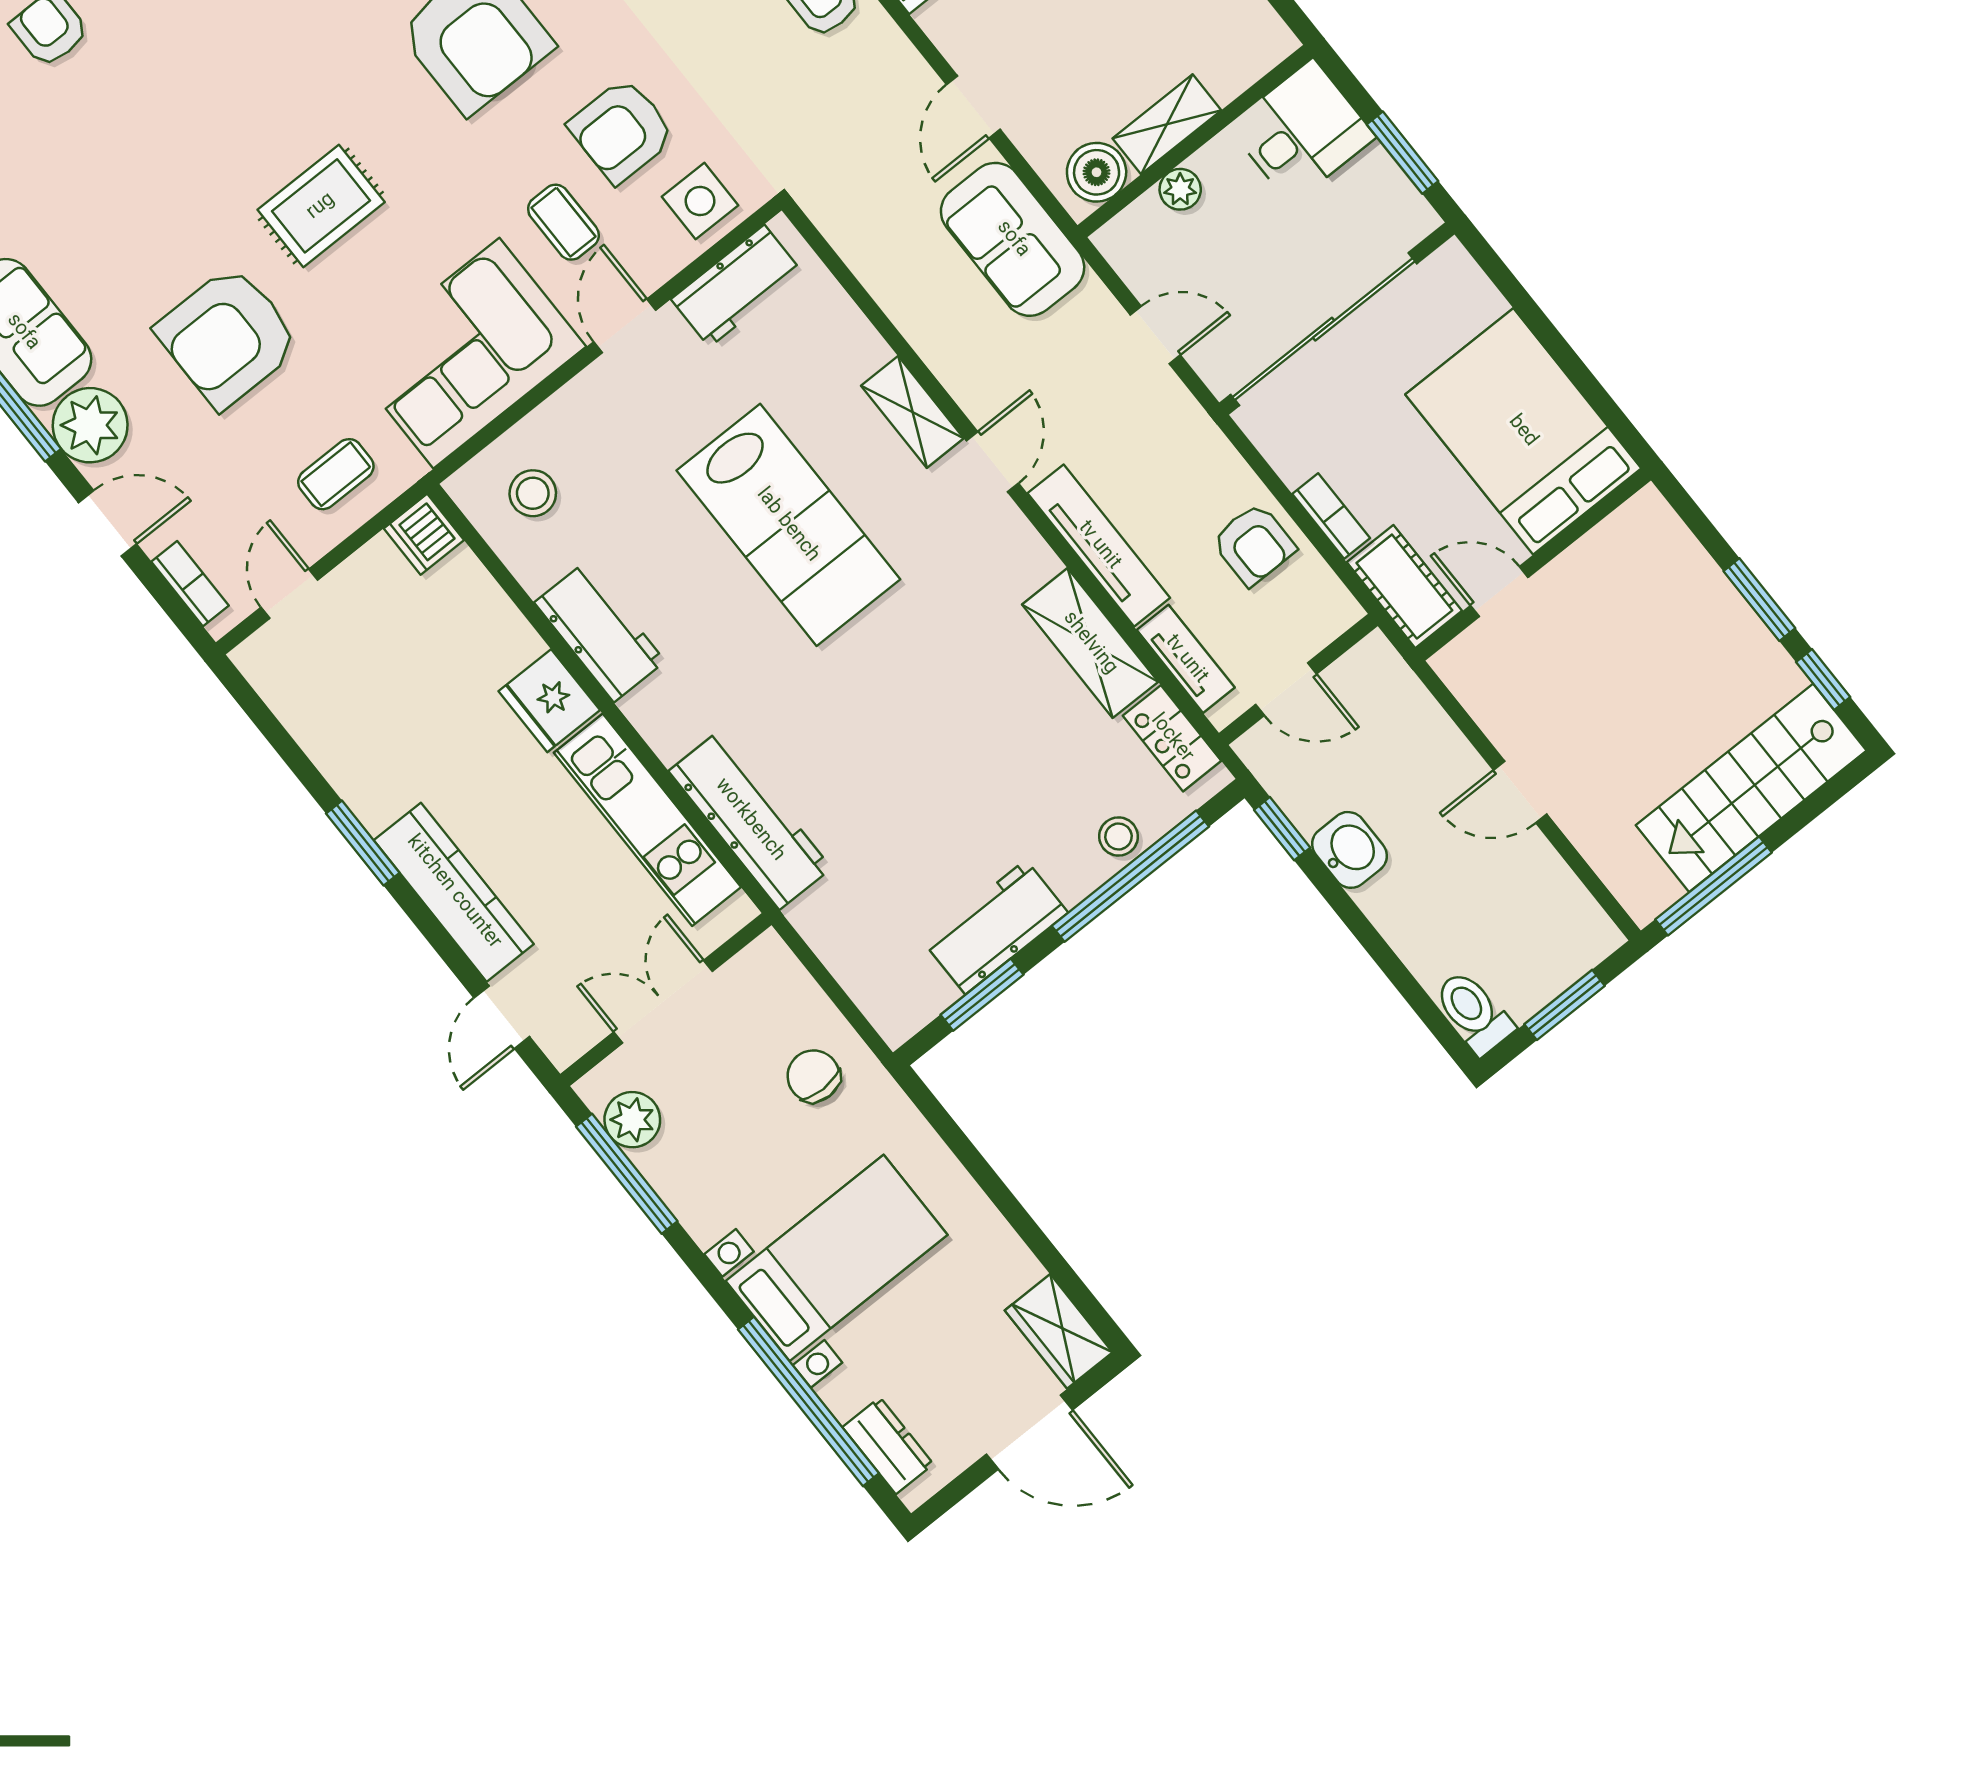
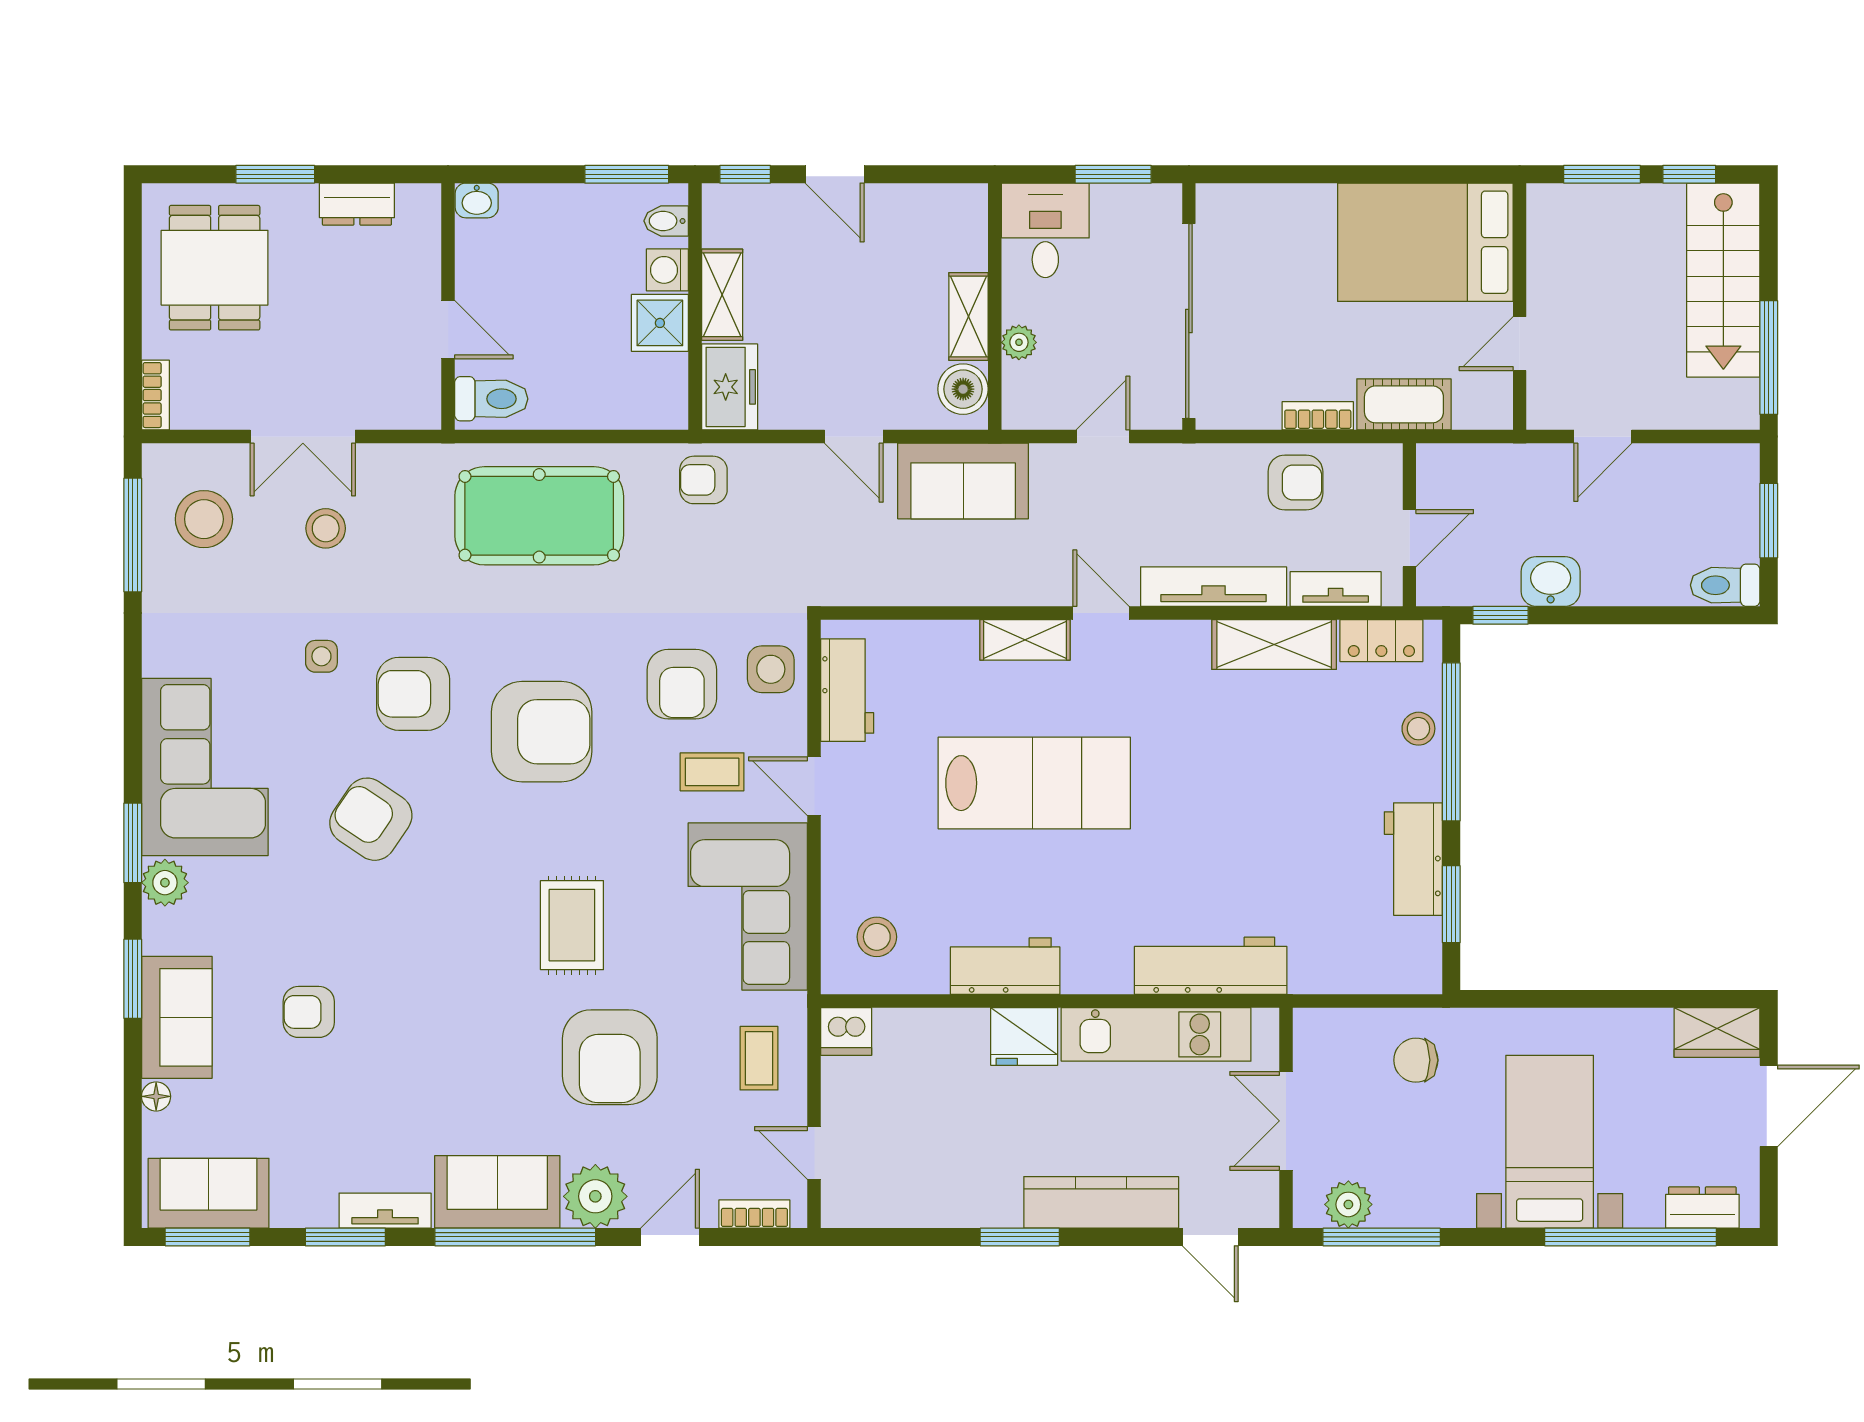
bed: (1523, 431) -> (1425, 242), moved
wall: (1533, 564) -> (1520, 307), moved
door: (1499, 592) -> (1520, 344), moved

